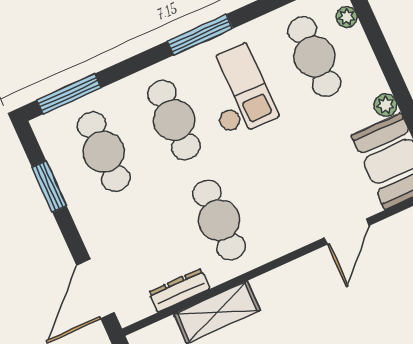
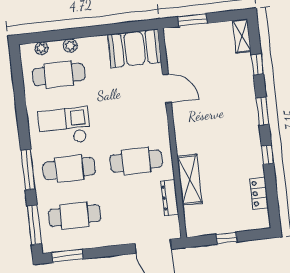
window: (200, 35) -> (28, 170), moved
plant: (385, 105) -> (70, 46), moved
window: (49, 186) -> (67, 256), moved

